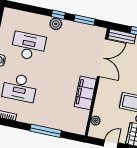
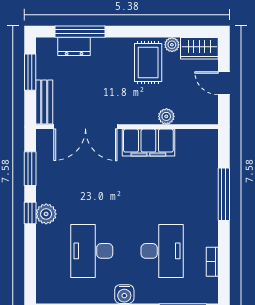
double door: (102, 58) -> (85, 127), swing flipped
plant: (95, 121) -> (166, 116), moved

